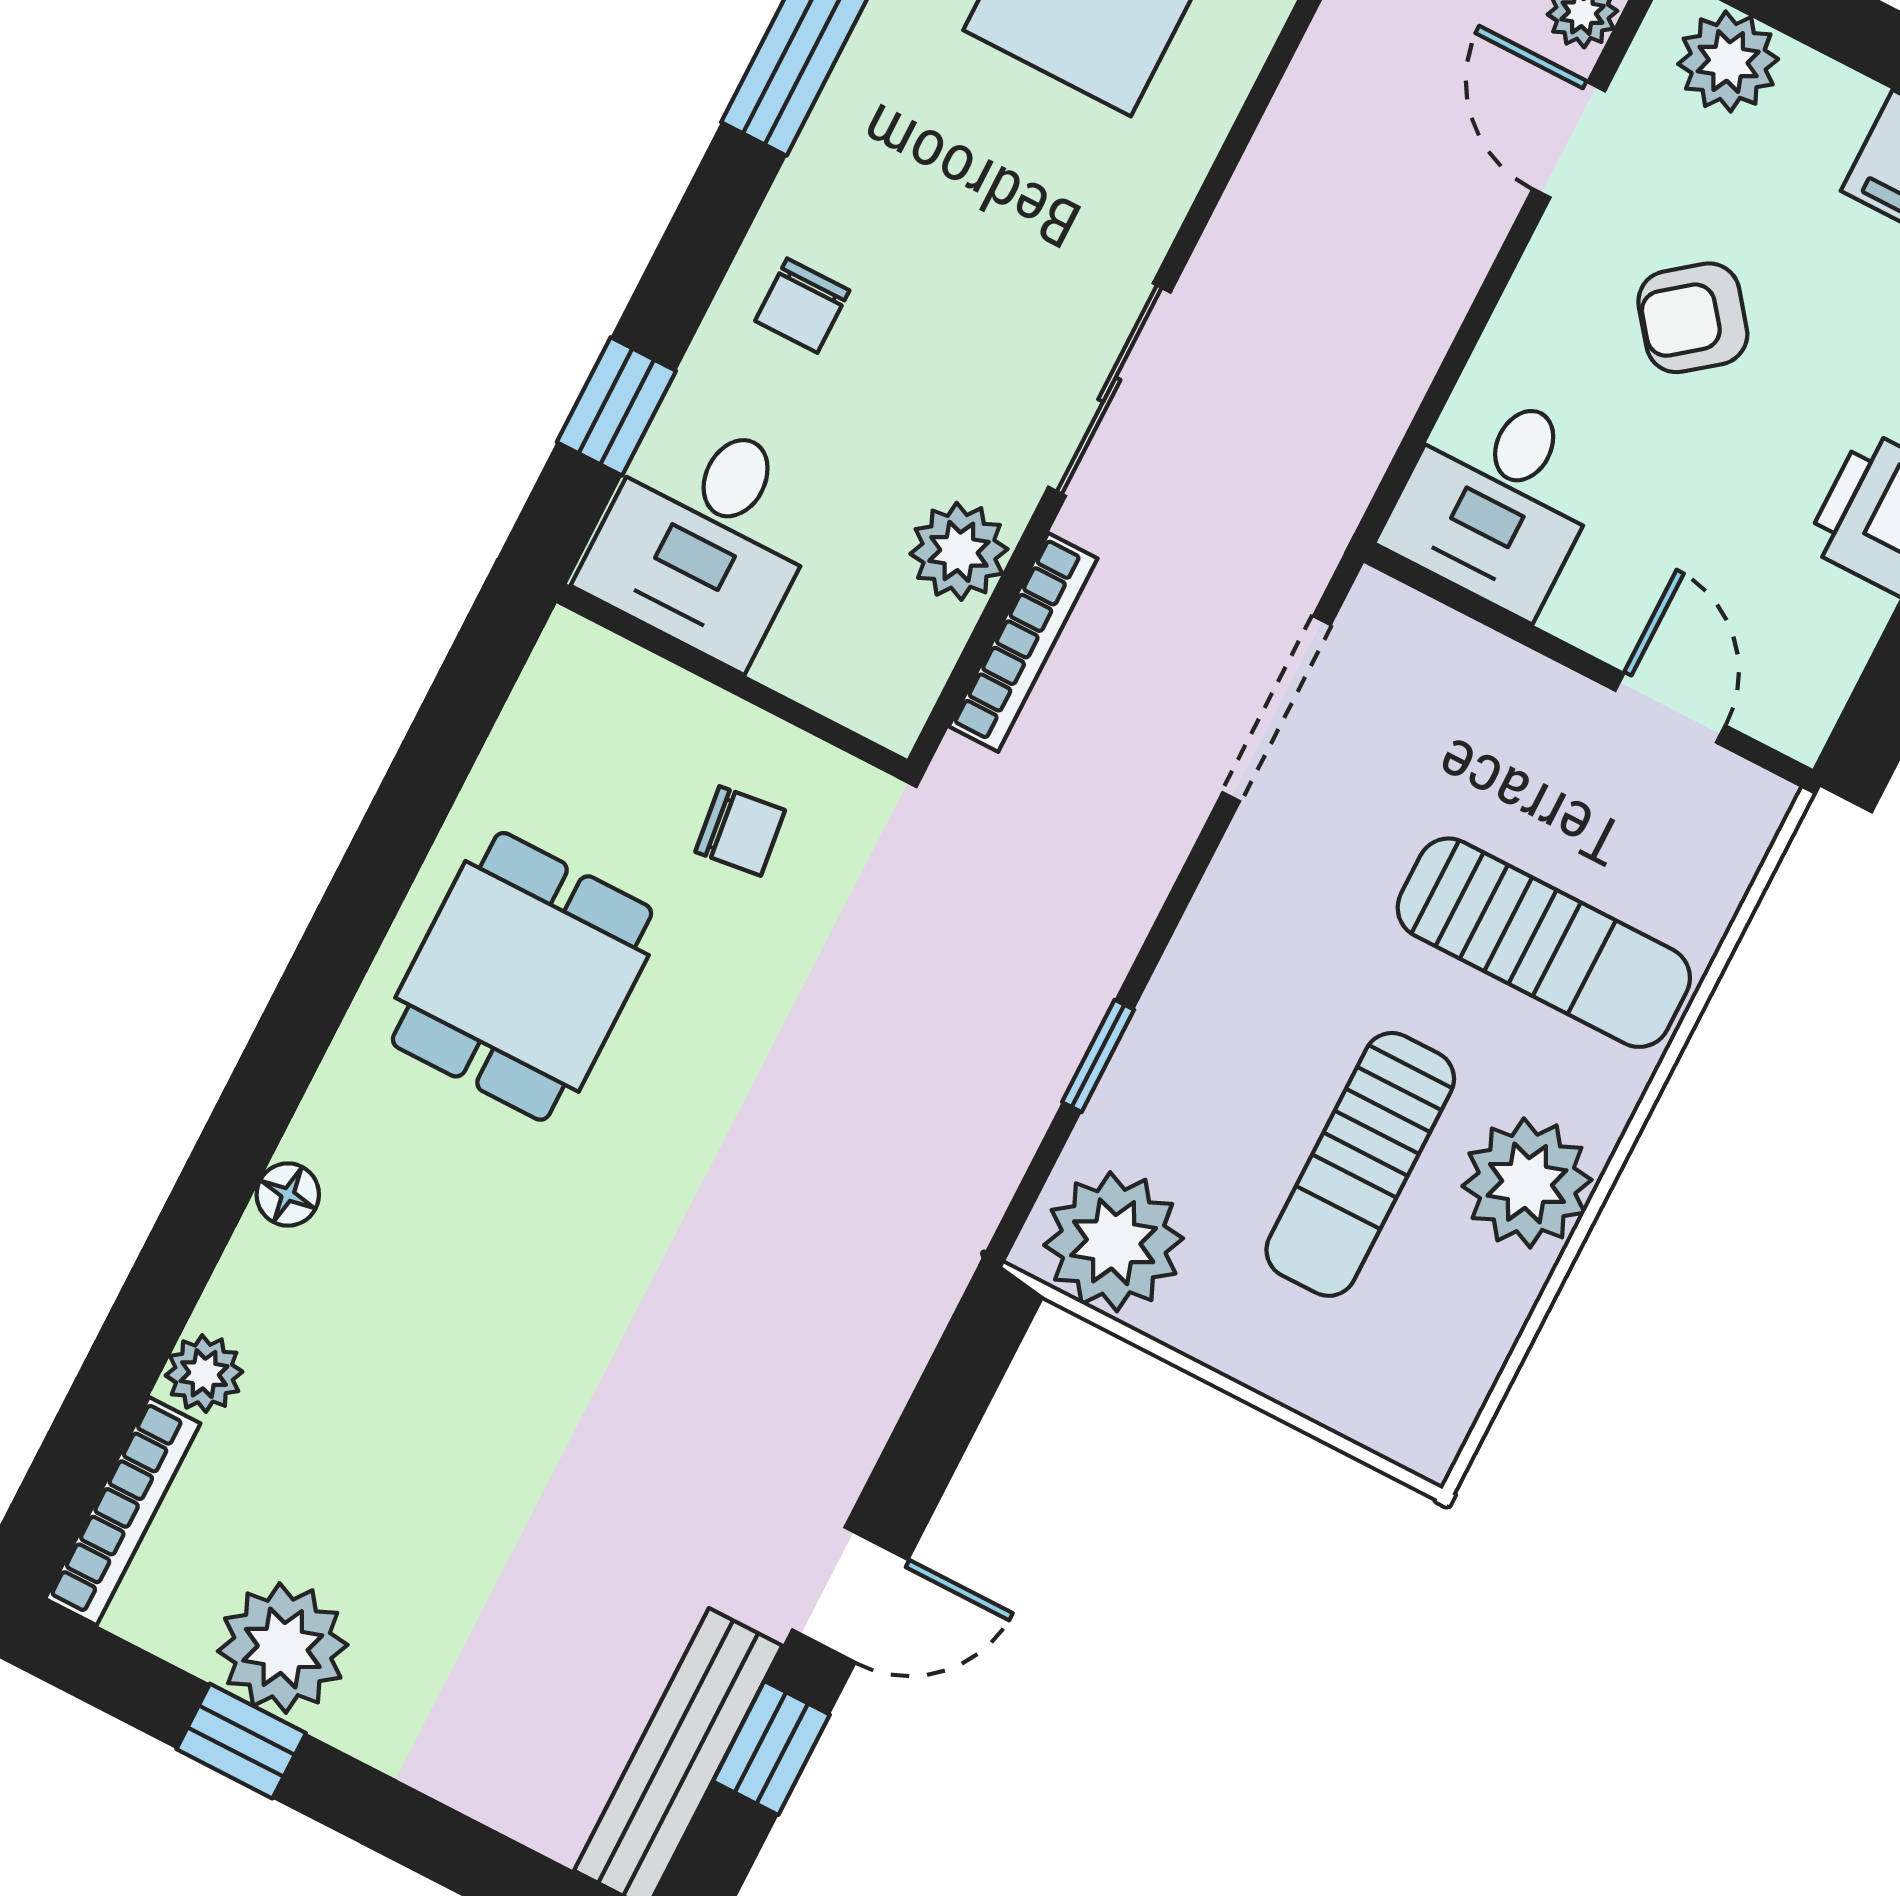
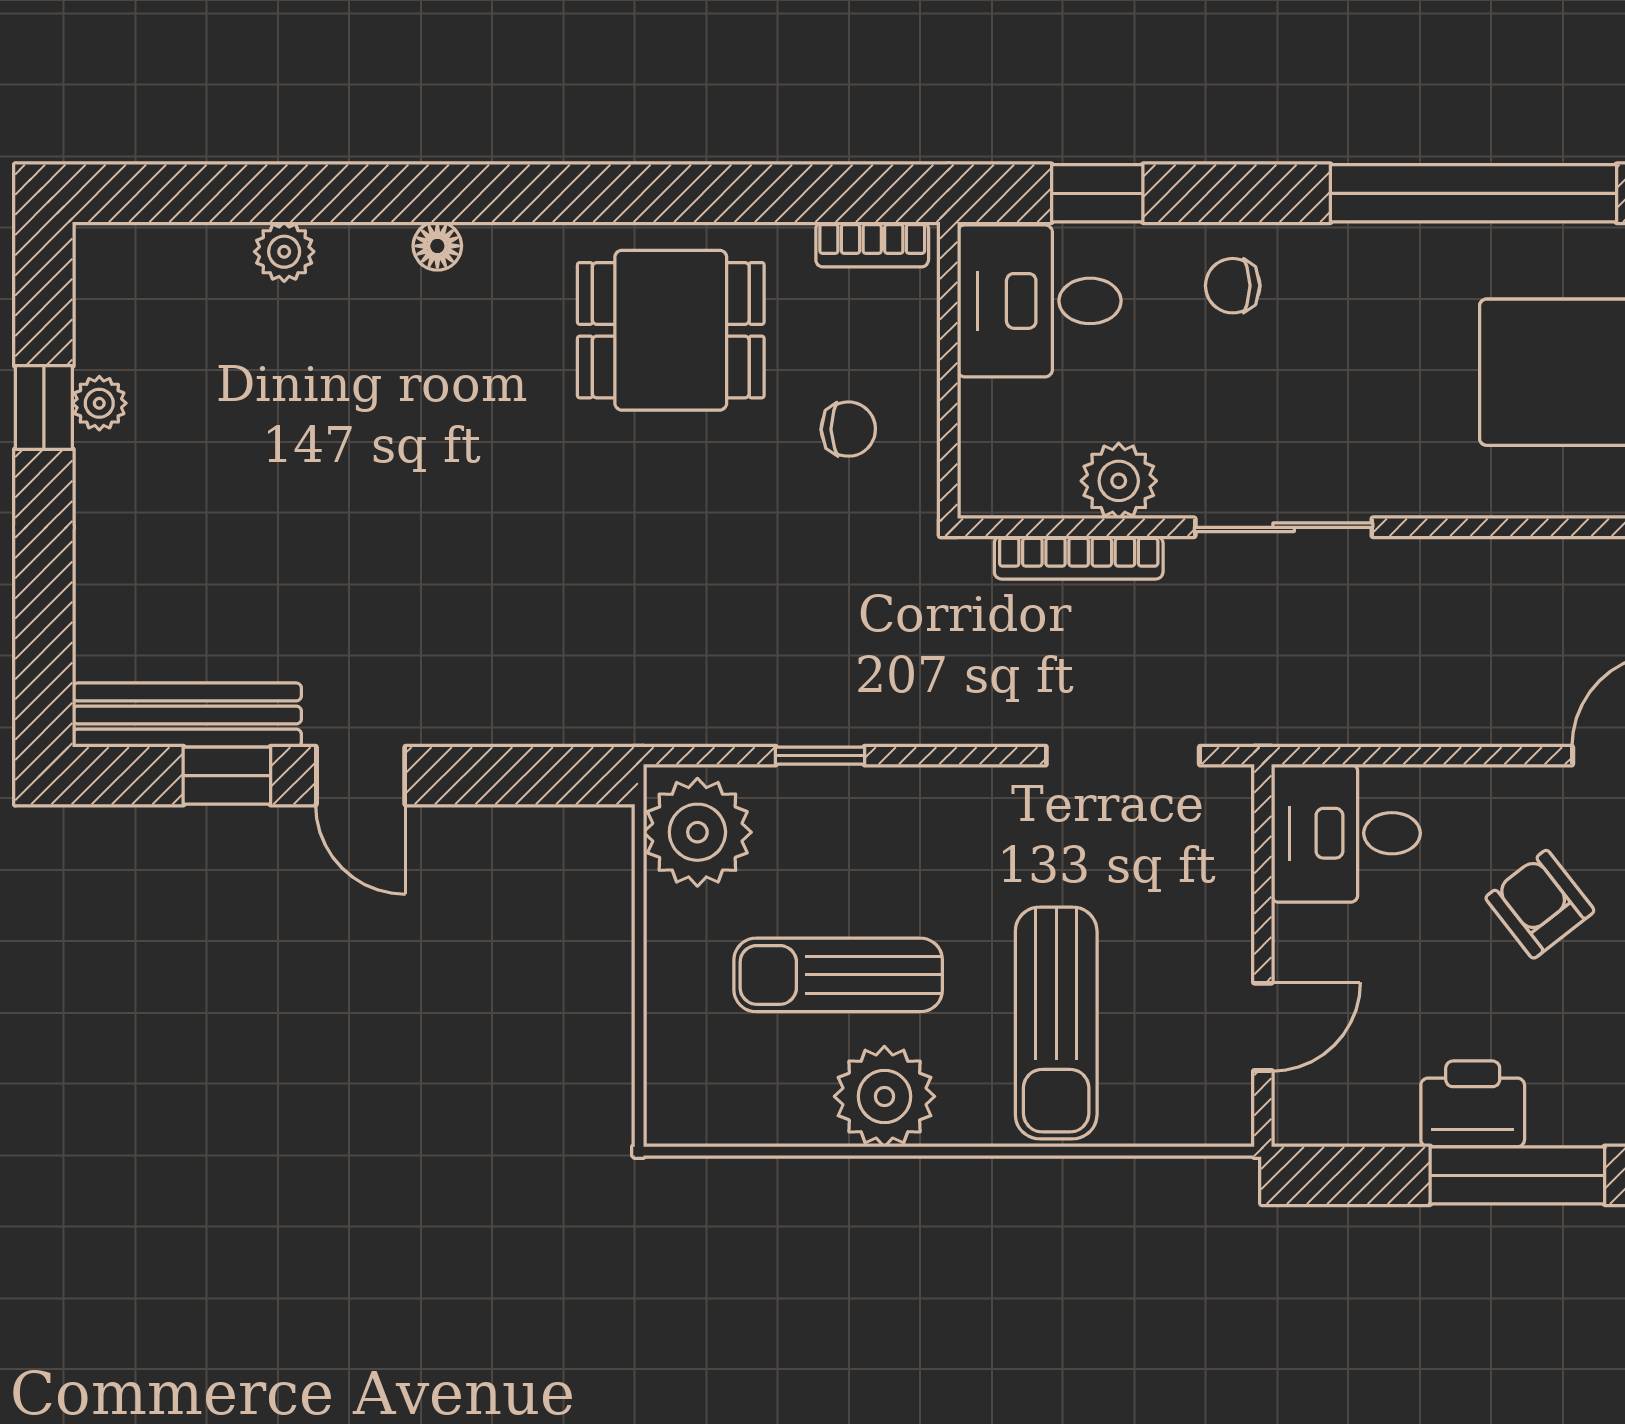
chair: (740, 831) -> (848, 429), turned -84
bookcase: (123, 1511) -> (872, 244), moved, width x0.64
plant: (283, 1648) -> (99, 403), width x0.53, depth x0.53

